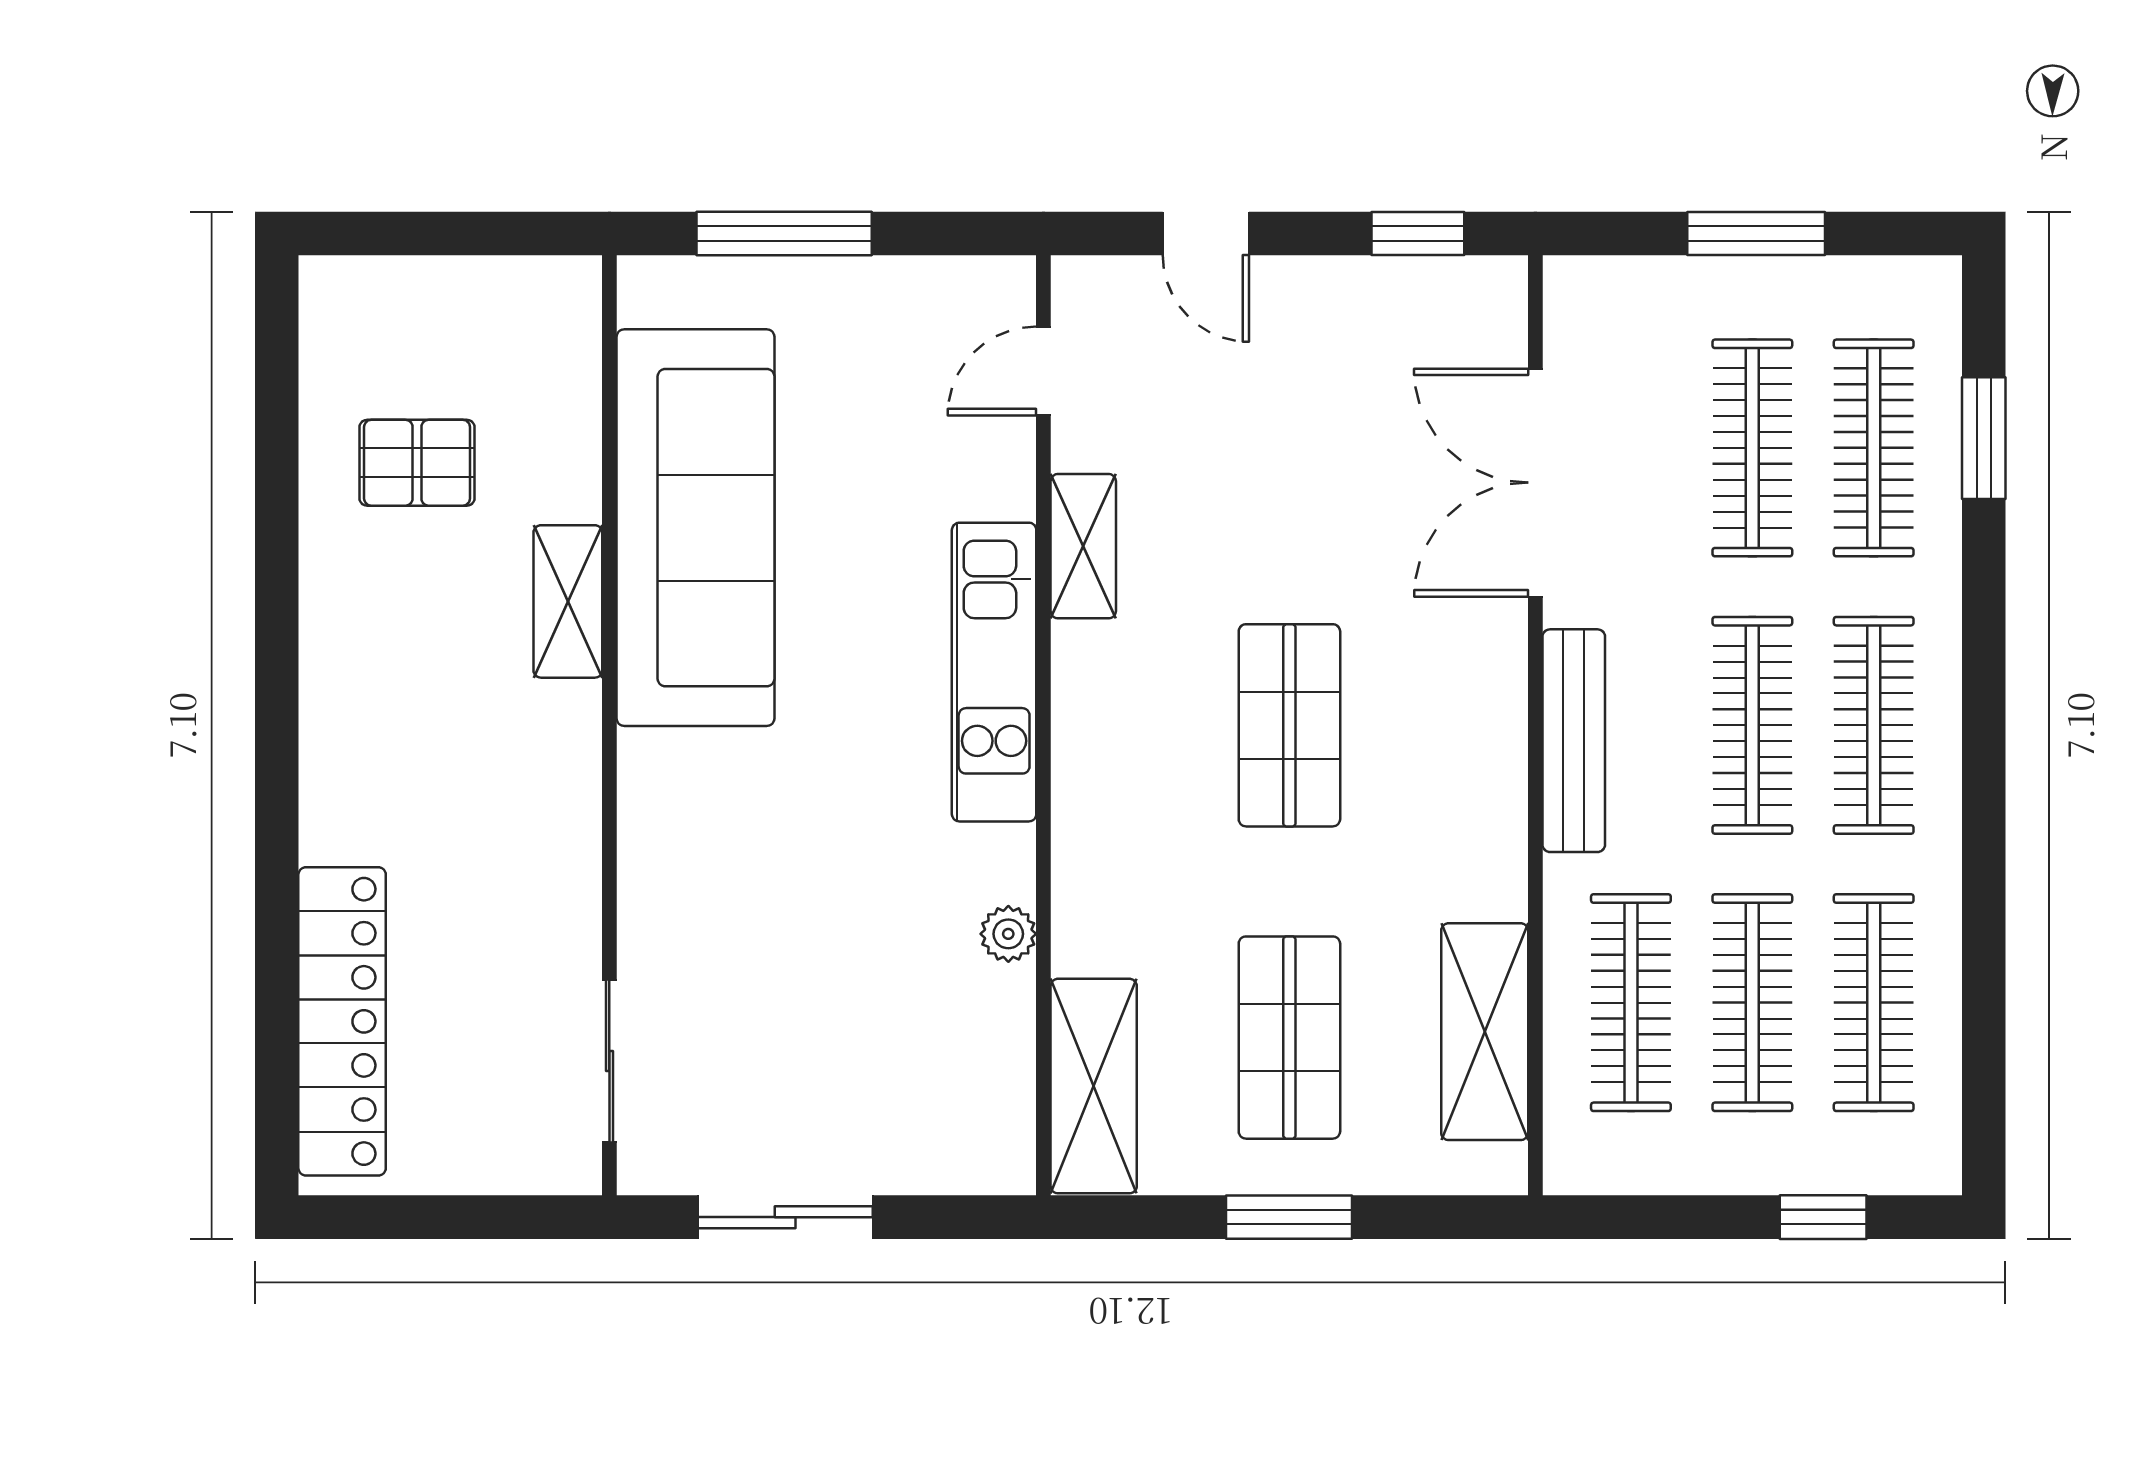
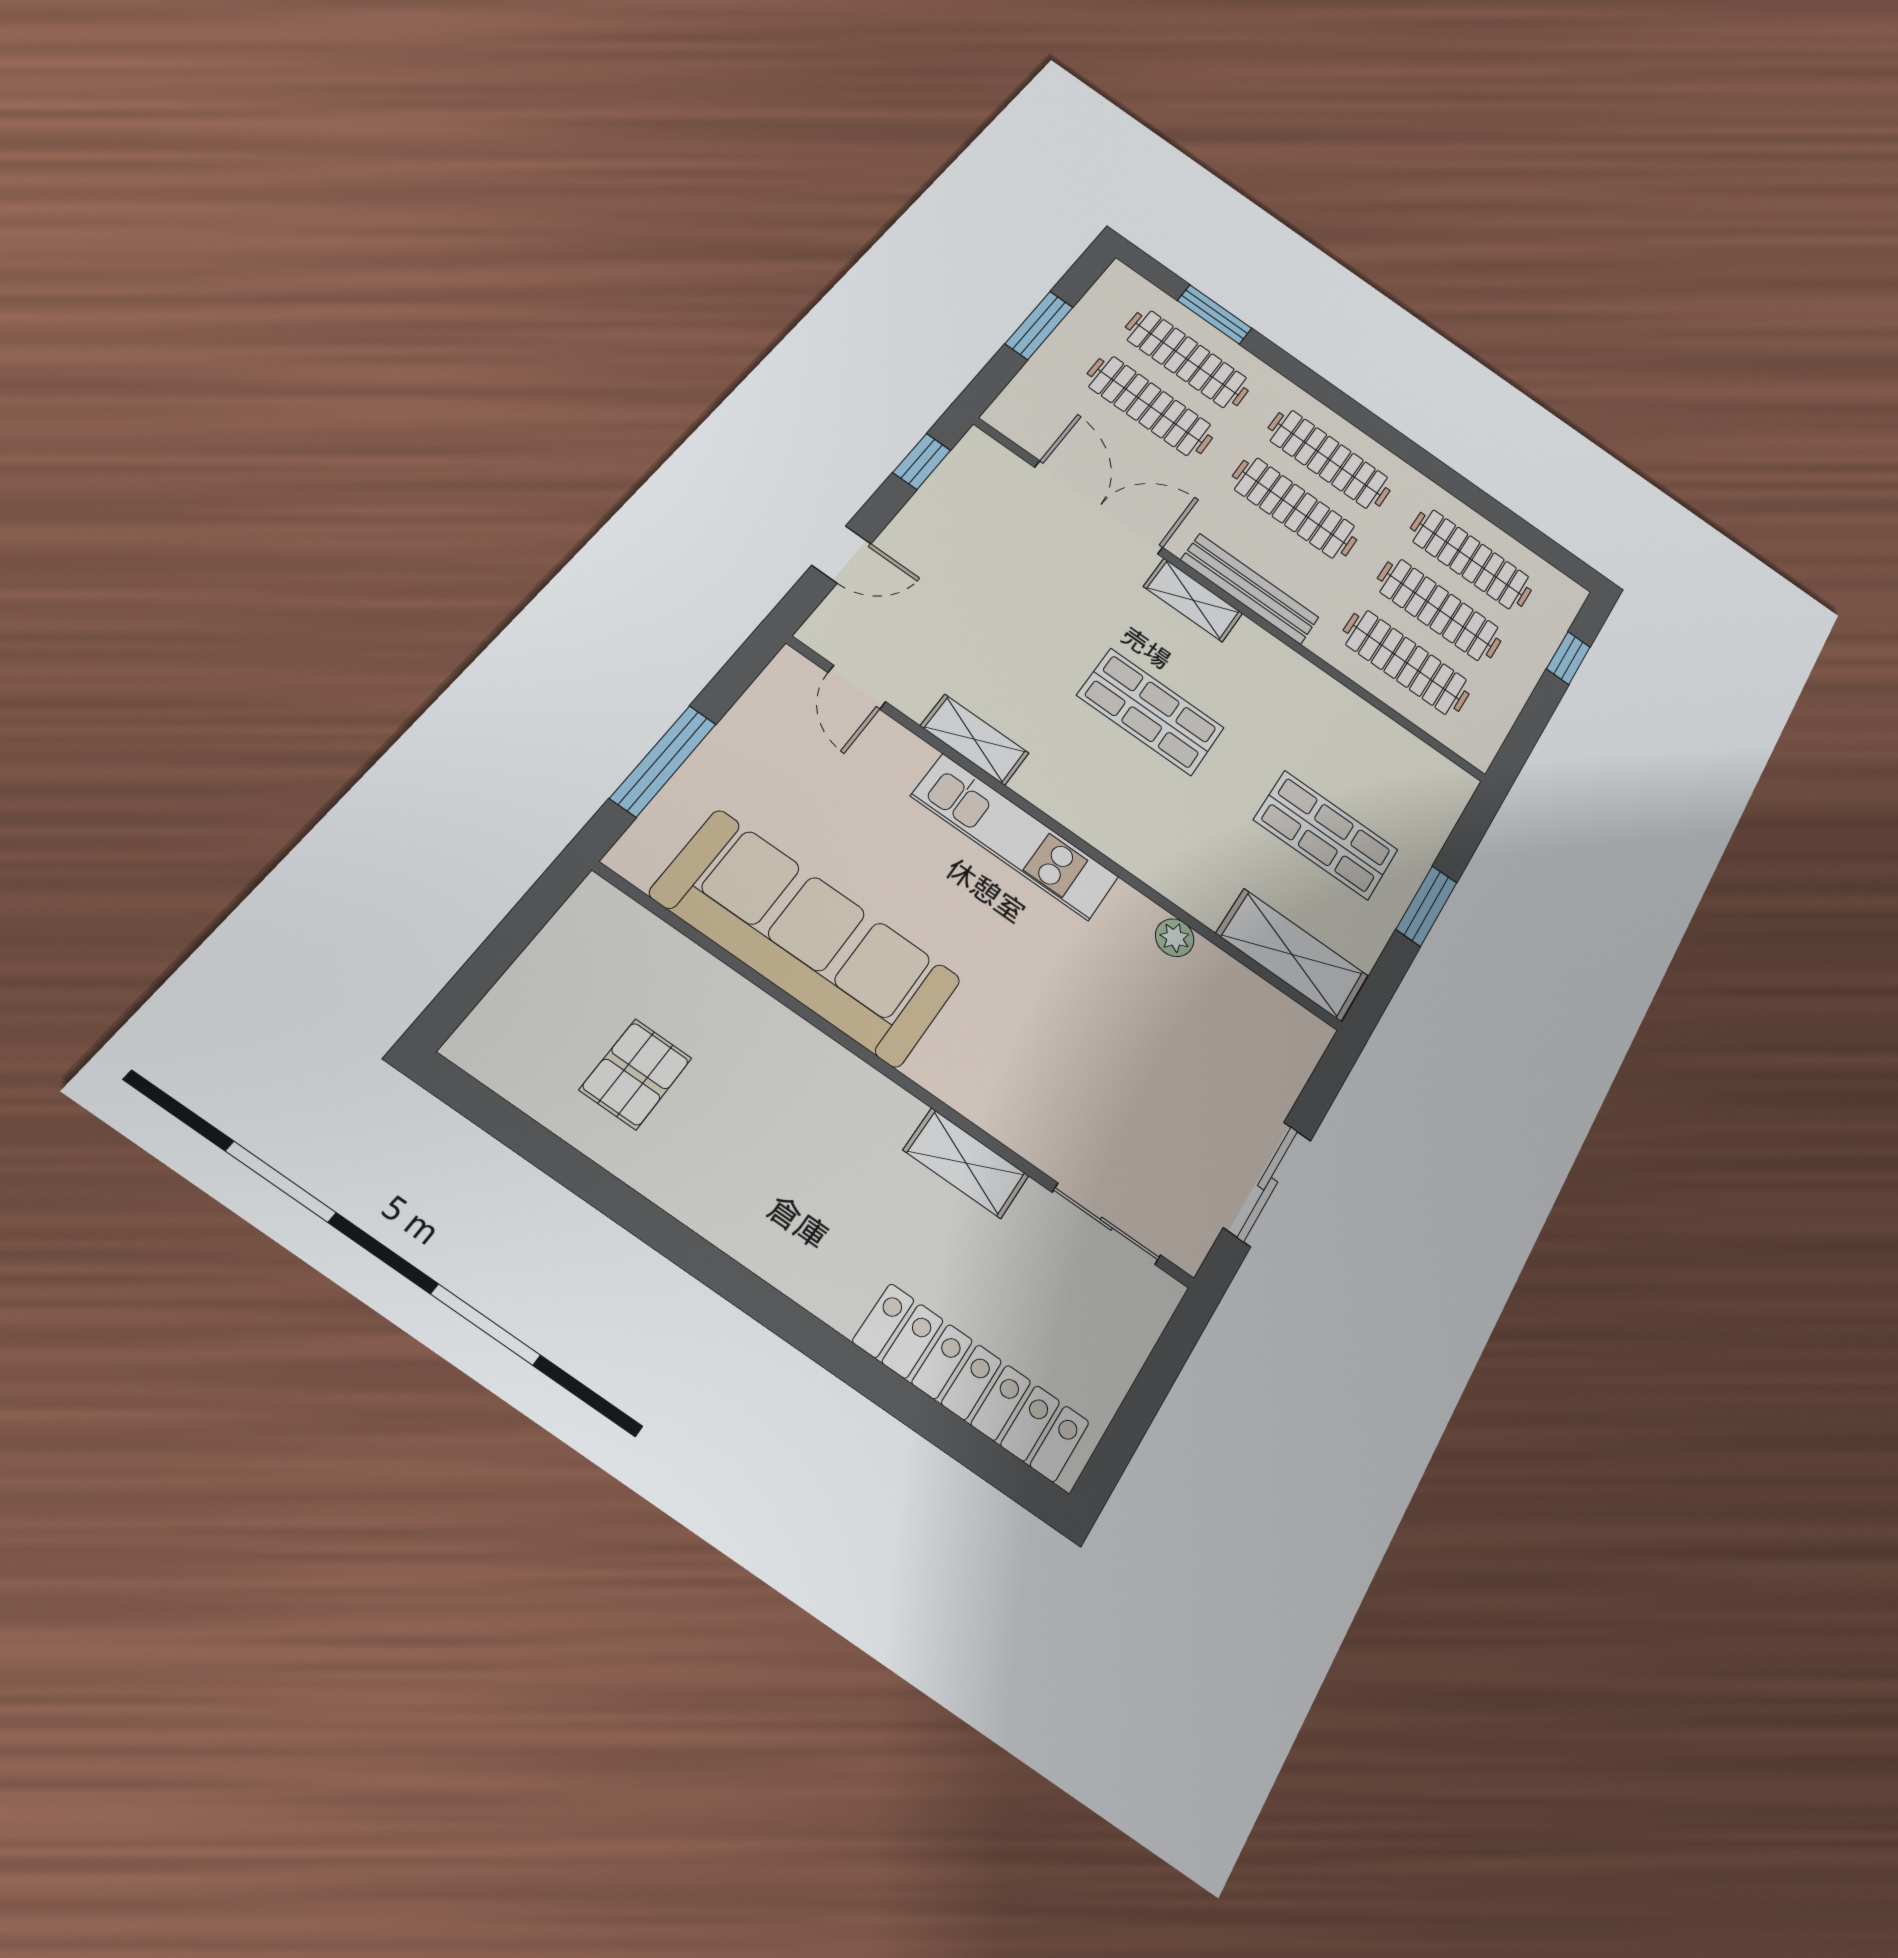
double door: (1535, 483) -> (1099, 507), swing flipped
shelving: (568, 601) -> (966, 1163), moved
shelving: (1485, 1032) -> (1193, 600), moved, width x0.67, depth x0.75

